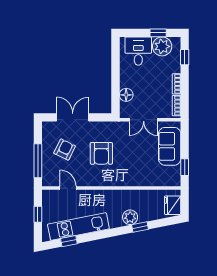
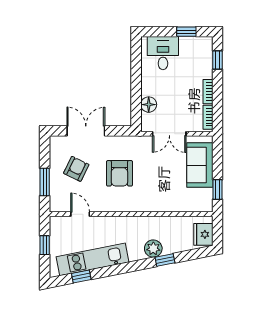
plant: (162, 46) -> (191, 48), removed
window: (38, 161) -> (45, 182), width x0.69

